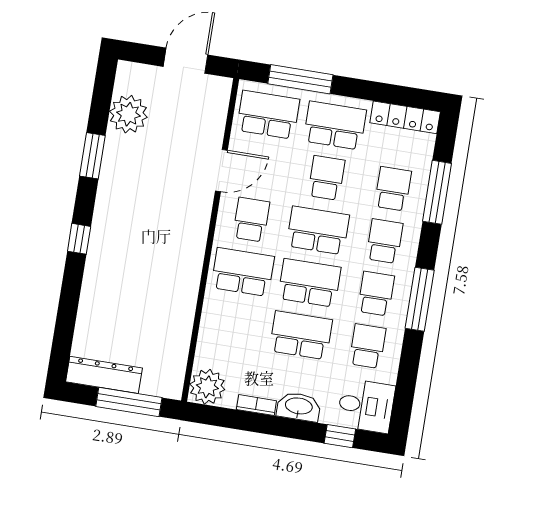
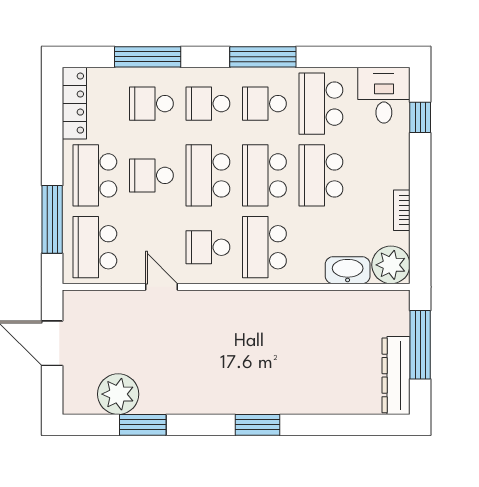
window: (92, 156) -> (143, 425), moved
door: (221, 171) -> (162, 287), width x0.73
window: (79, 239) -> (257, 425), width x1.50
school desk: (367, 346) -> (321, 104), width x1.85
washbasin: (299, 407) -> (348, 270), moved, turned 90

